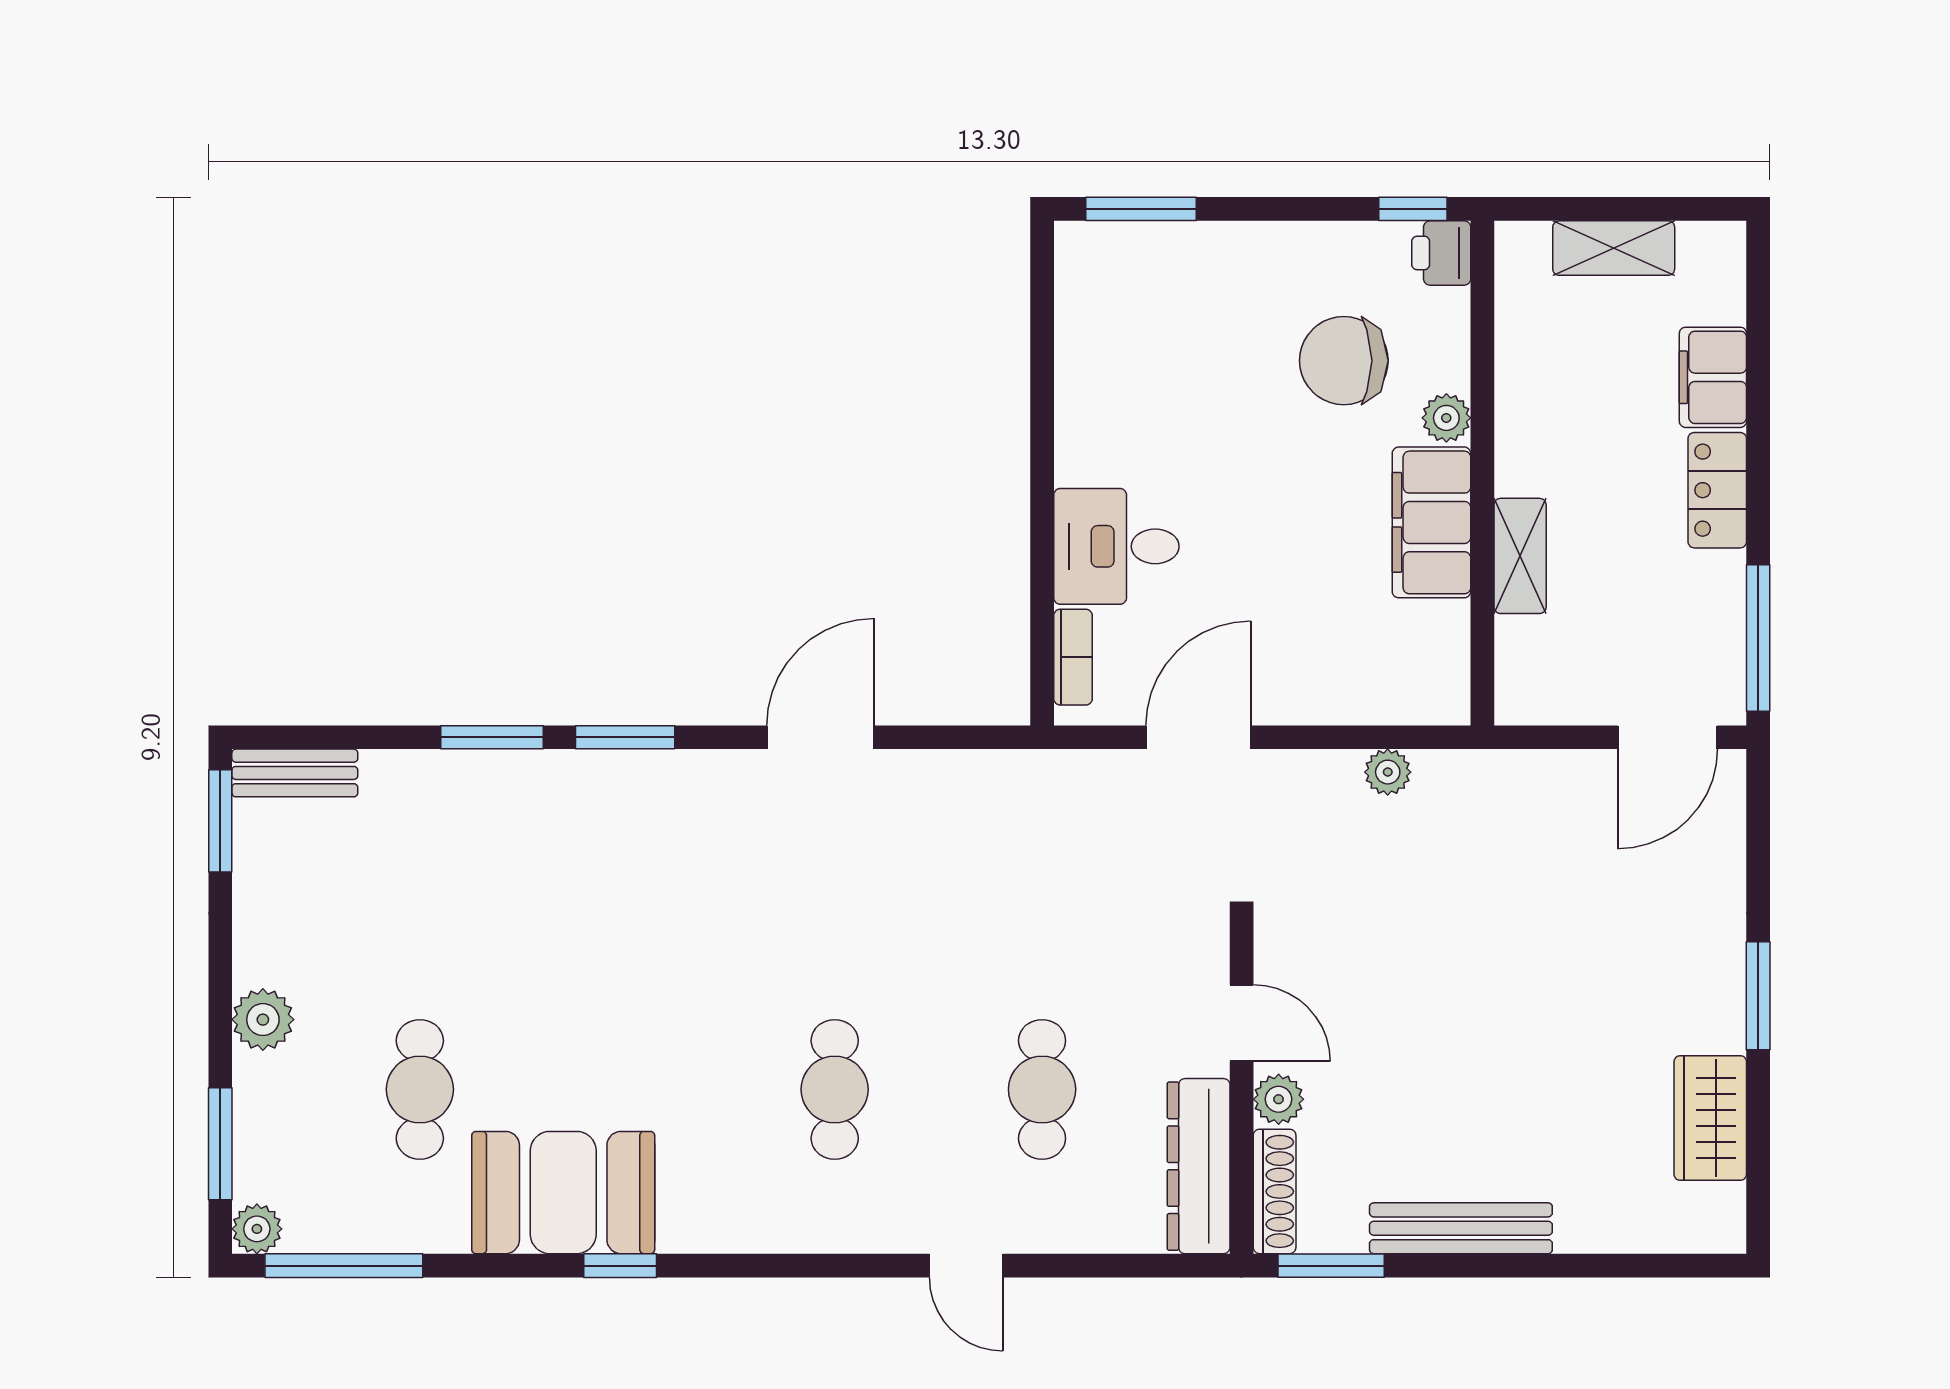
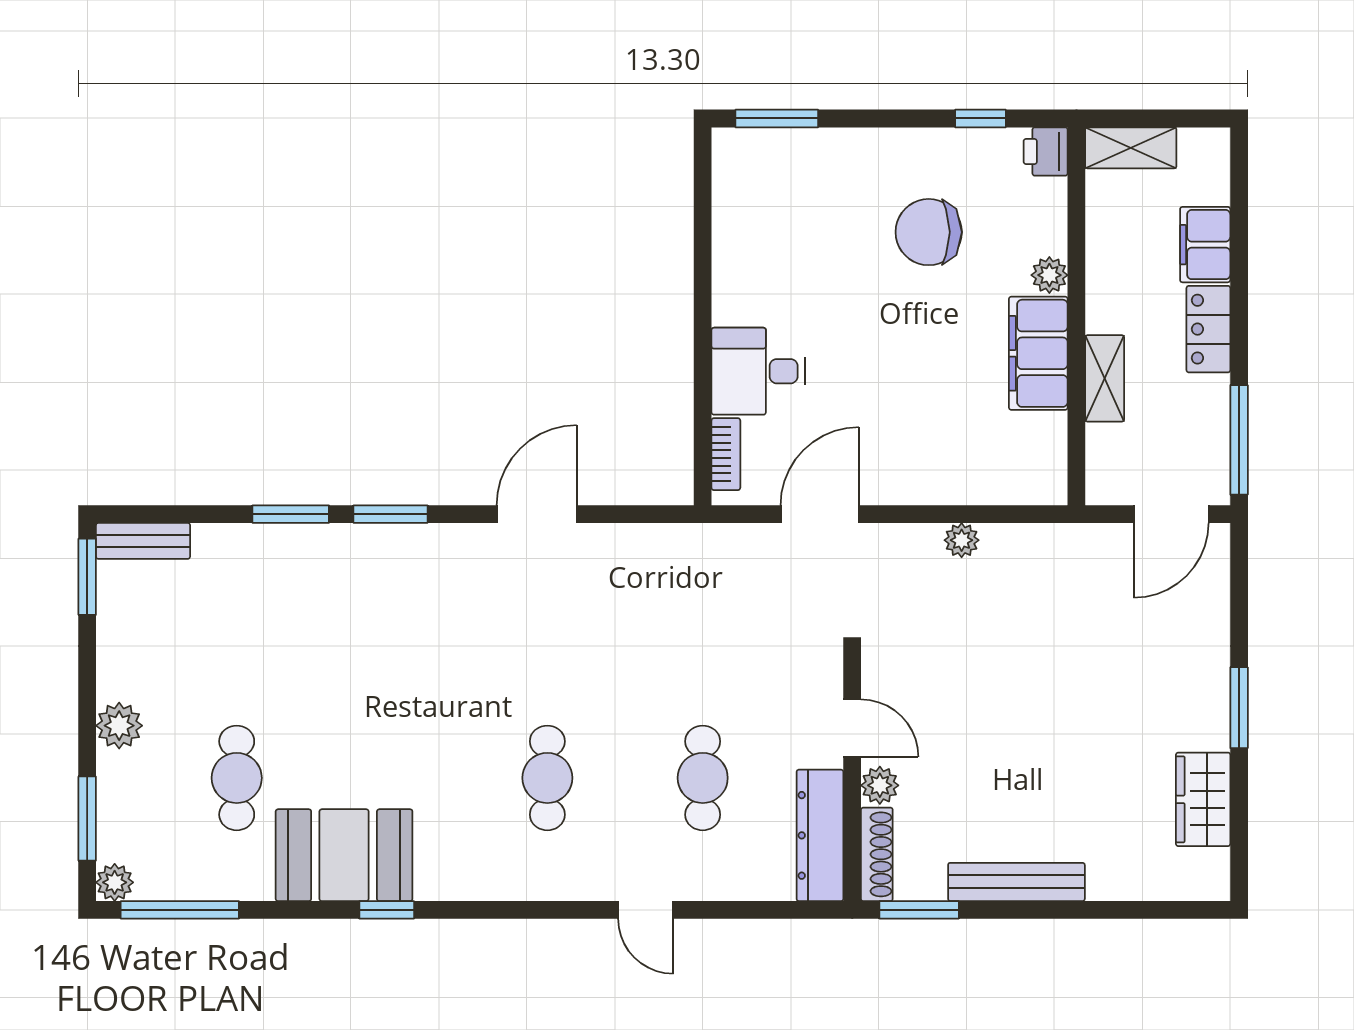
printer: (1441, 253) -> (1046, 151), moved
plant: (1446, 418) -> (1049, 275), moved
wall: (1482, 473) -> (1076, 316), moved
filing cabinet: (1431, 522) -> (1038, 353), moved
shelving: (1520, 556) -> (1105, 378), moved

